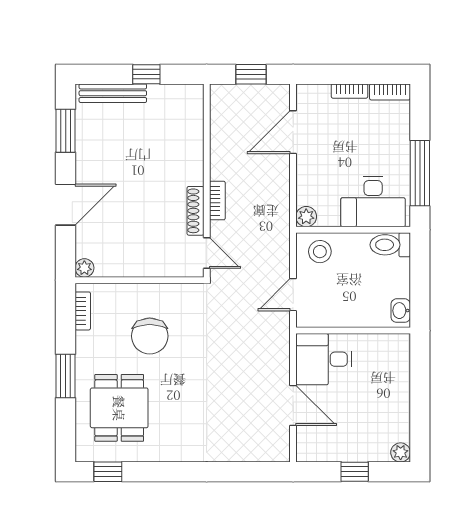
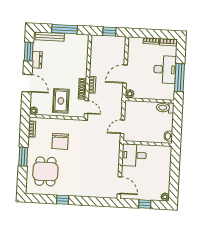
window: (146, 74) -> (65, 29), width x2.17
door: (293, 132) -> (125, 74), moved
dresser: (86, 149) -> (37, 60), added
desk: (373, 202) -> (165, 69), moved, turned -90
door: (66, 205) -> (27, 83), hinge flipped
rug: (147, 242) -> (61, 101), added
stool: (320, 252) -> (135, 109), removed
door: (293, 405) -> (119, 185), moved
window: (108, 472) -> (63, 200), moved

